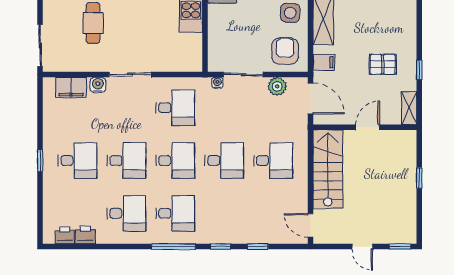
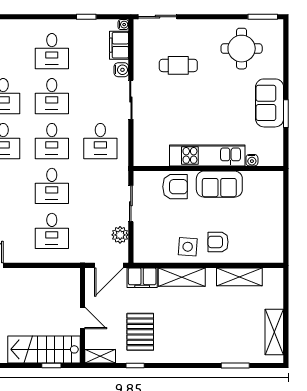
armchair: (285, 51) -> (175, 187), moved
filing cabinet: (324, 62) -> (142, 278), width x2.00
pallet: (383, 64) -> (140, 332), width x1.50, depth x1.42
water cooler: (217, 83) -> (123, 25), moved
window: (40, 161) -> (86, 17), moved
stairs: (328, 169) -> (44, 349), moved, turned 180
window: (419, 178) -> (51, 365), moved

